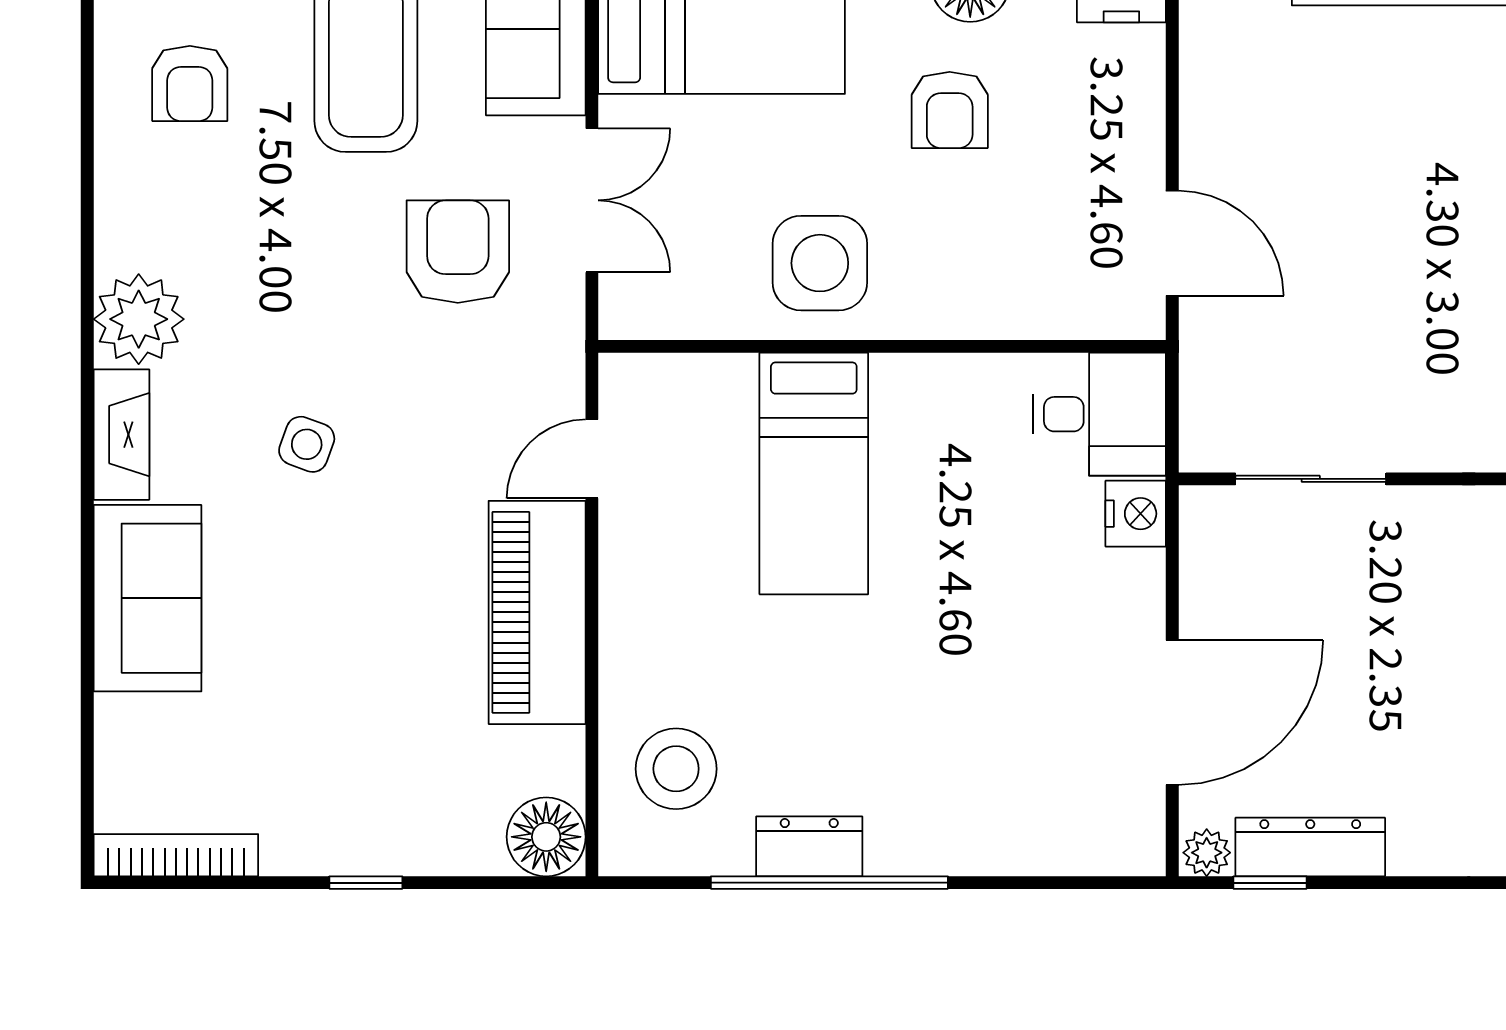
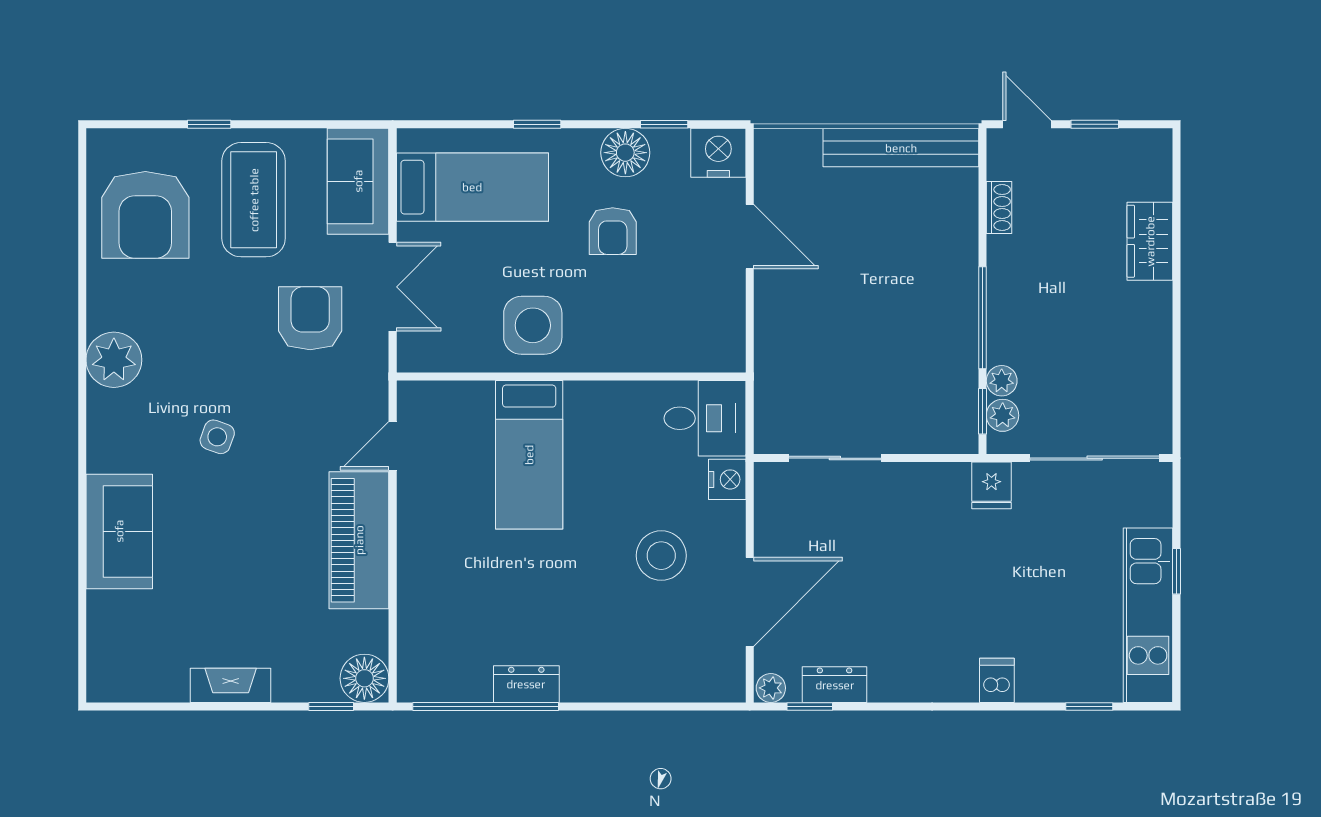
armchair: (190, 83) -> (145, 215), width x1.88, depth x1.88
door: (1172, 243) -> (750, 237), moved
fireplace: (121, 435) -> (231, 685), moved, turned -90
stool: (676, 769) -> (661, 556), moved
dresser: (1310, 847) -> (835, 685), width x0.70
bookcase: (176, 855) -> (137, 690), removed
window: (366, 883) -> (331, 706), moved
window: (829, 883) -> (486, 706), moved

